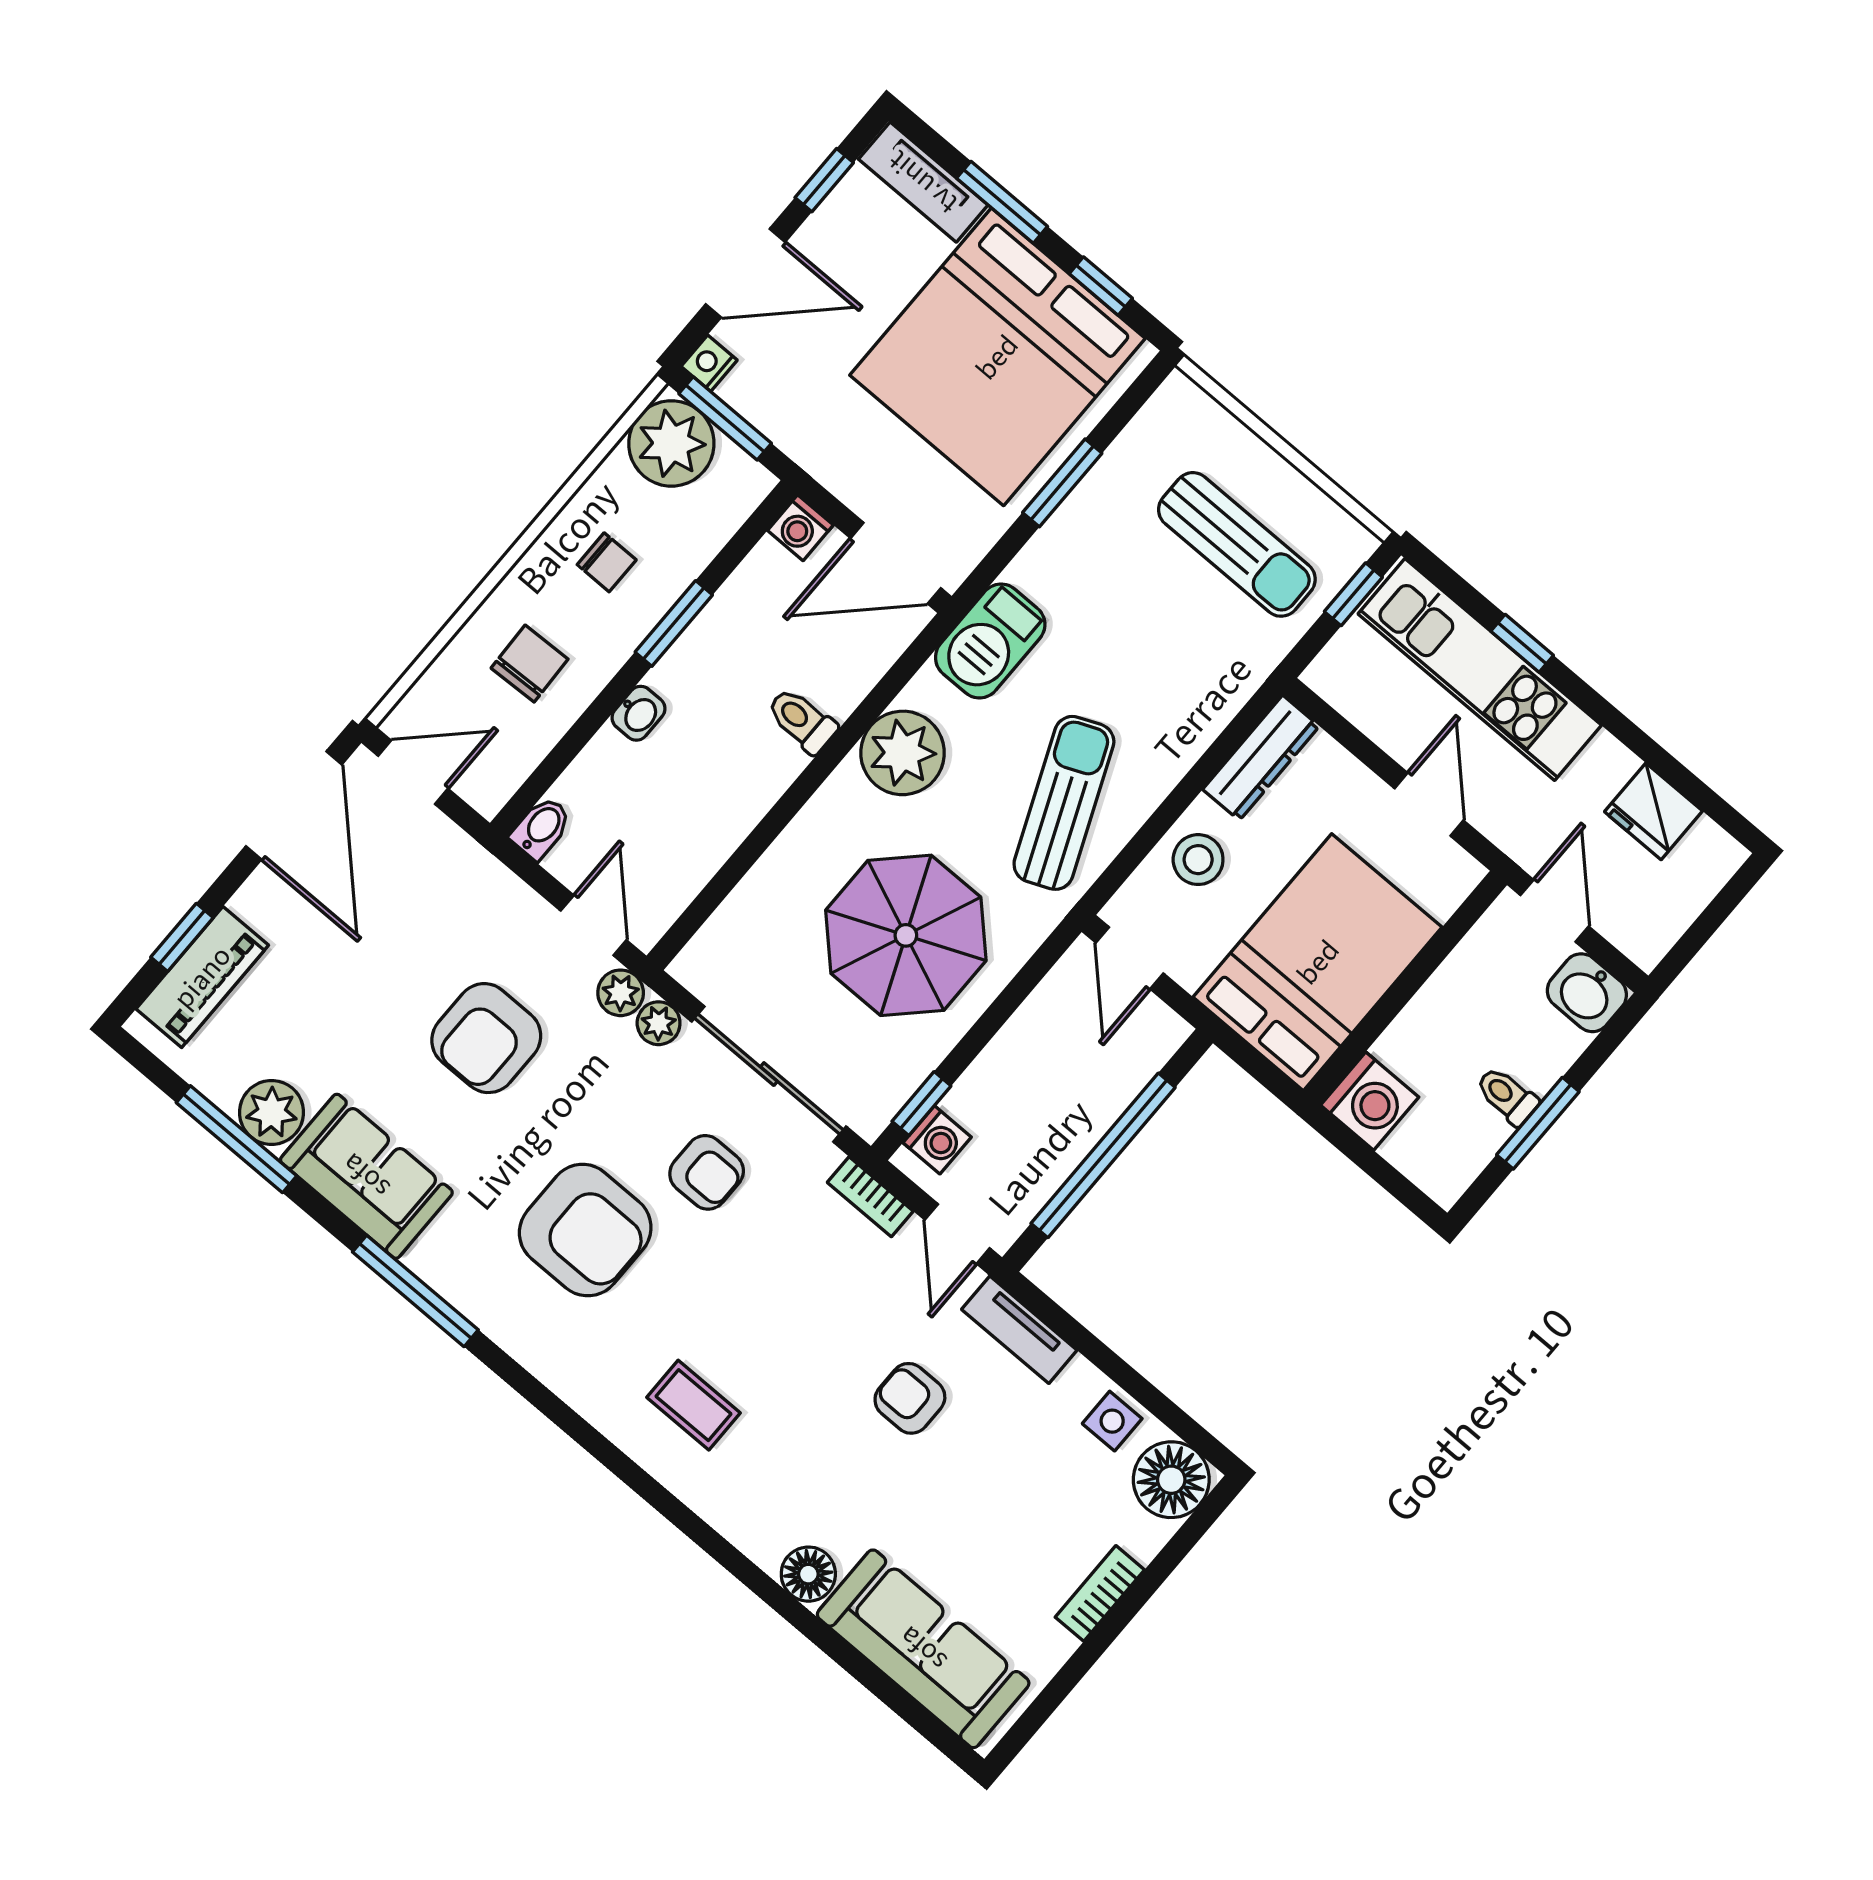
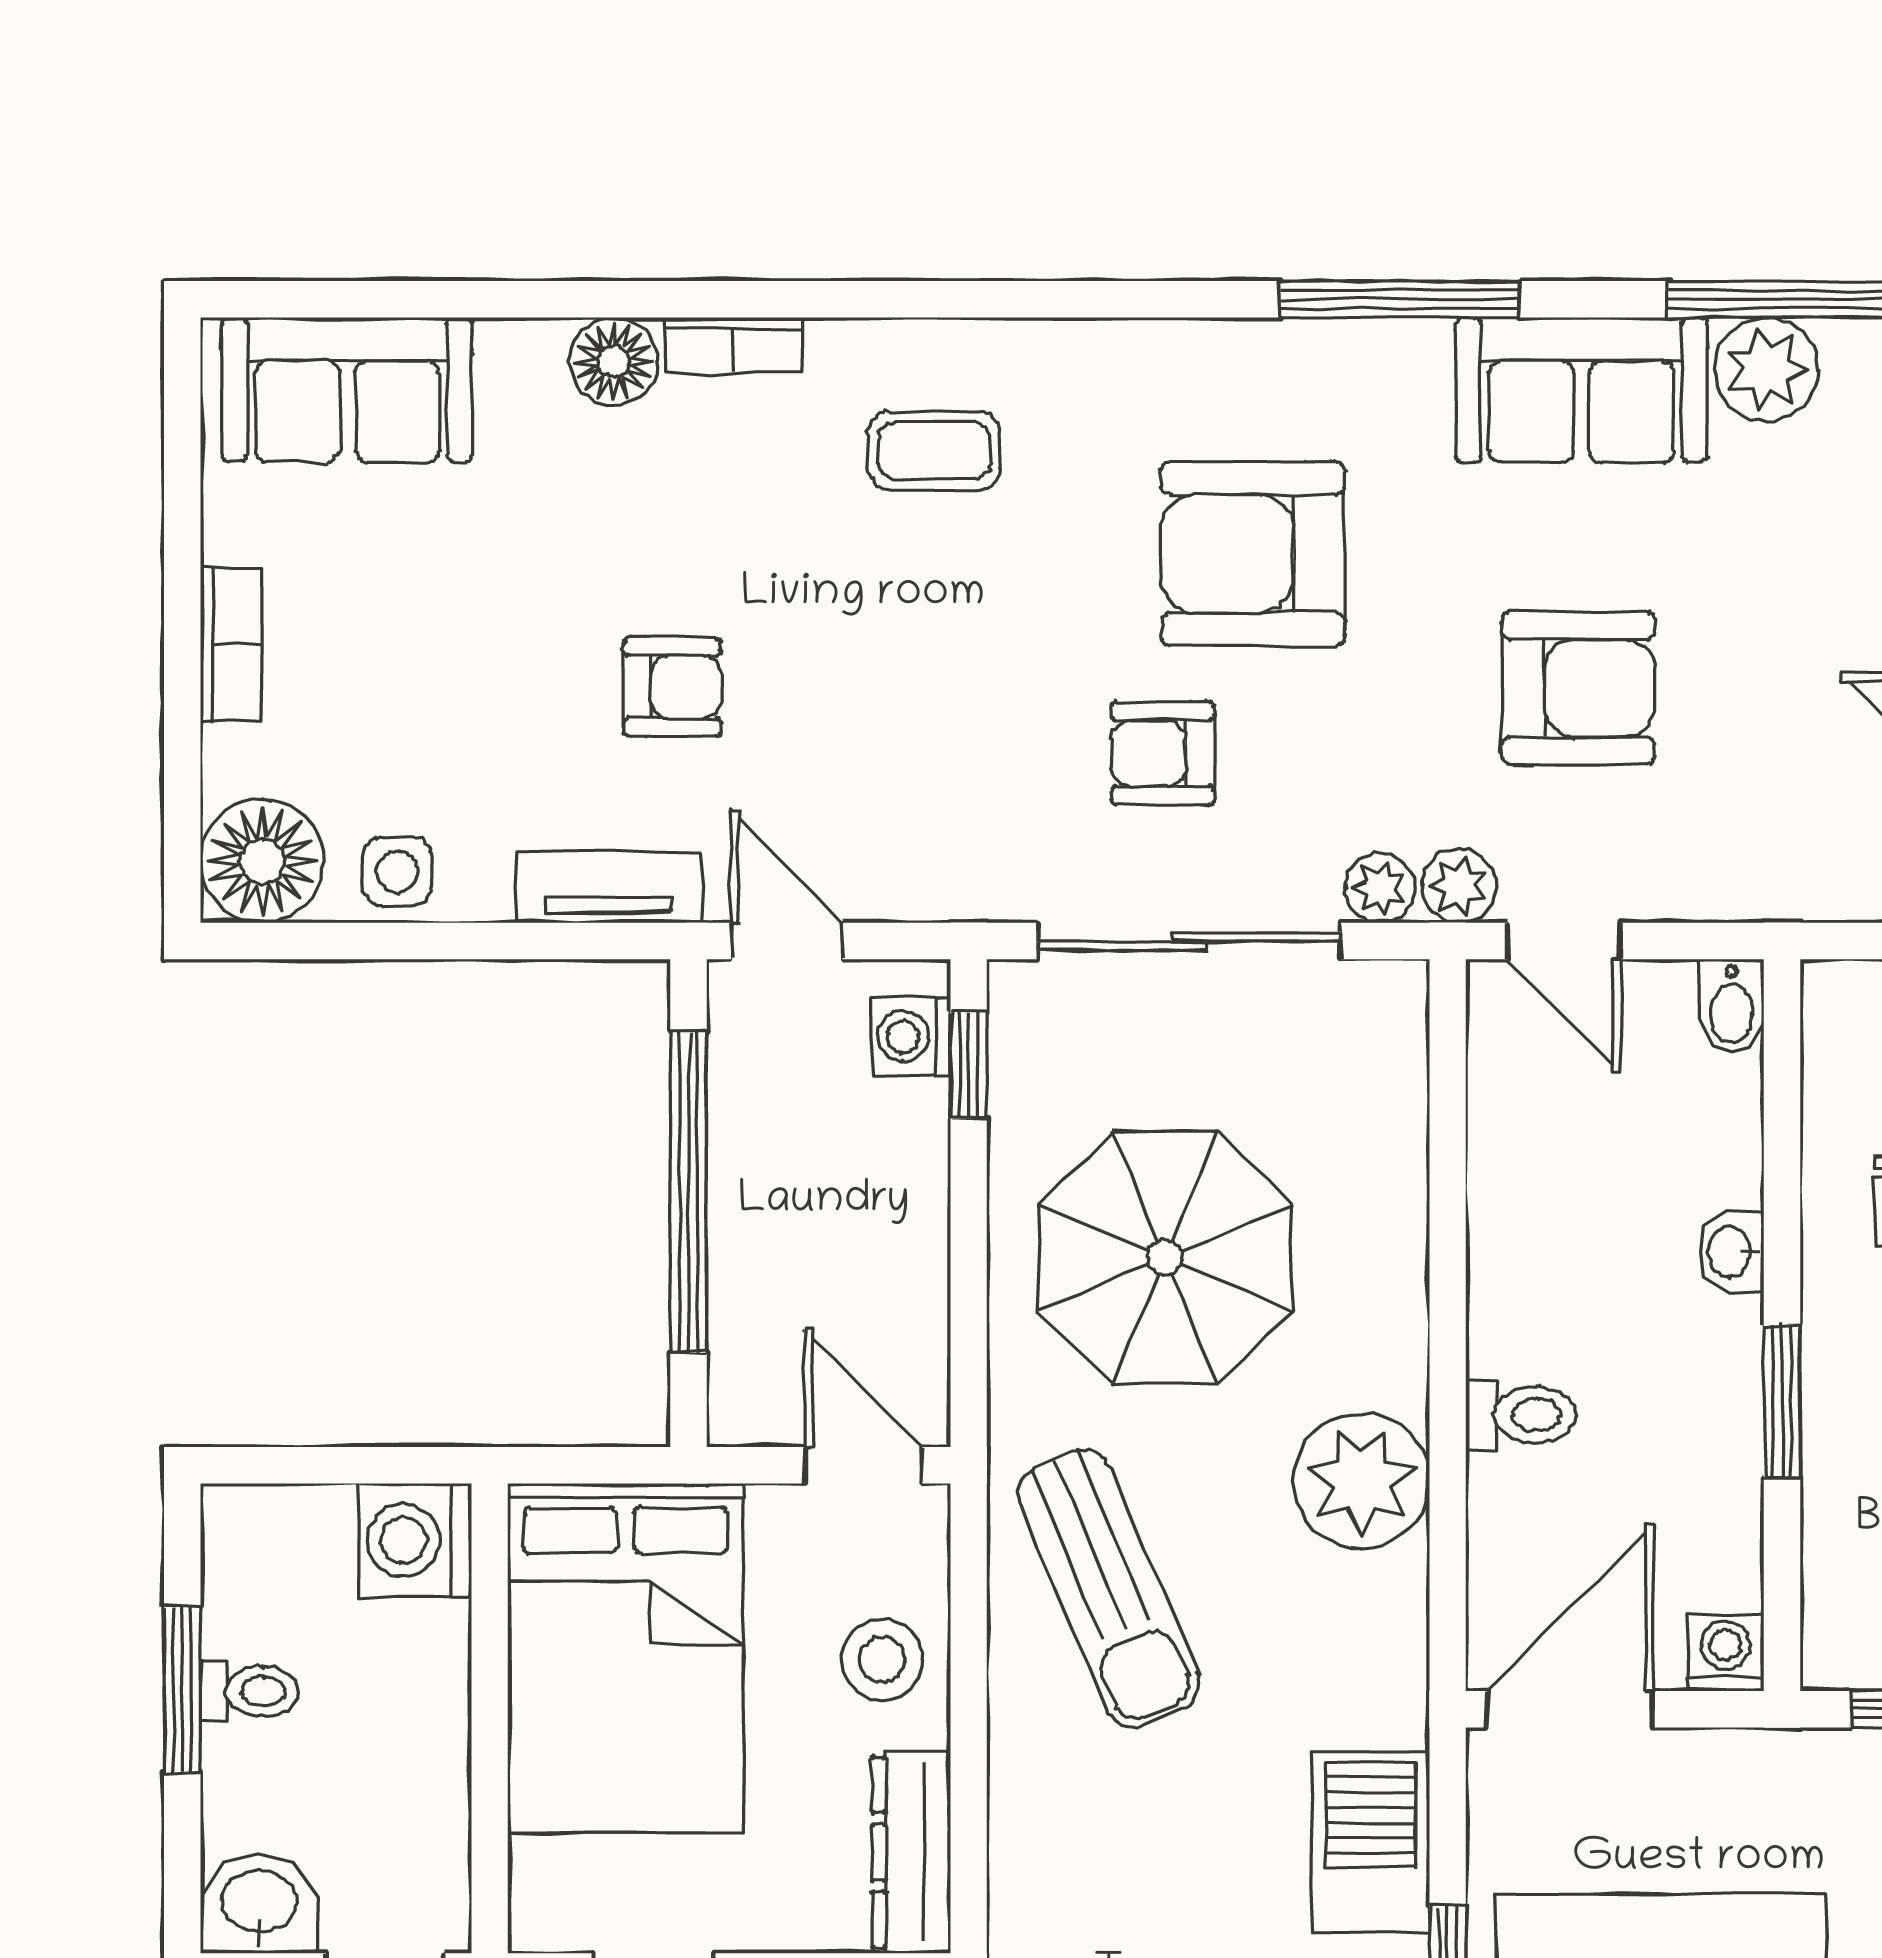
barbecue: (990, 641) -> (1371, 1842), moved
armchair: (486, 1038) -> (1578, 688), turned 90
bookcase: (870, 1197) -> (734, 345), moved, turned 180
sofa: (923, 1649) -> (347, 390), width x0.73

